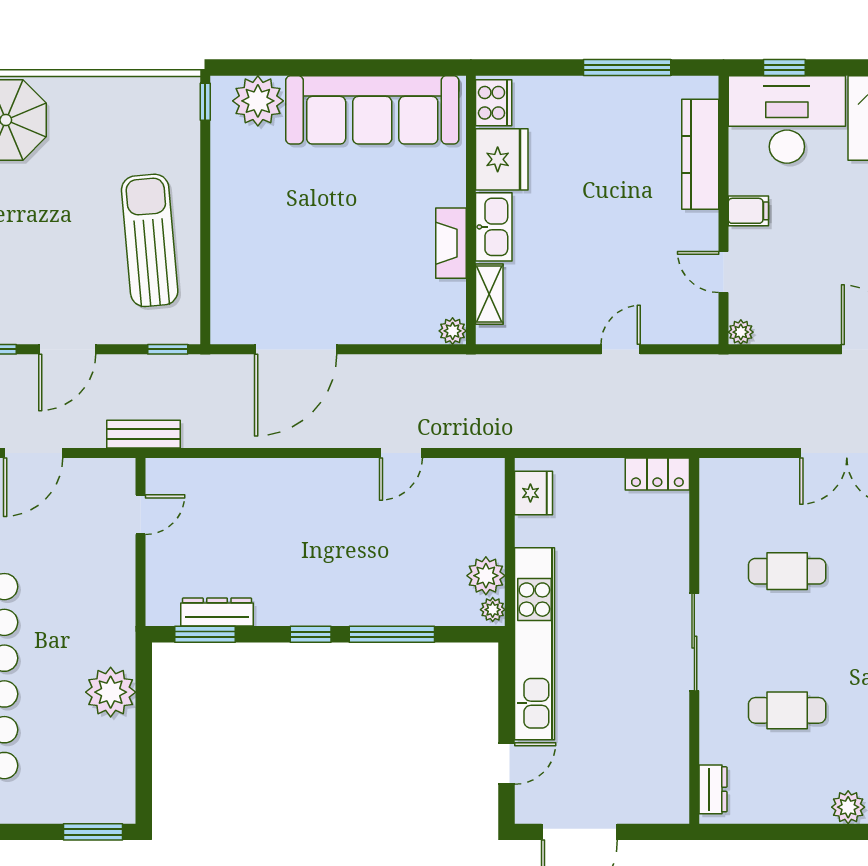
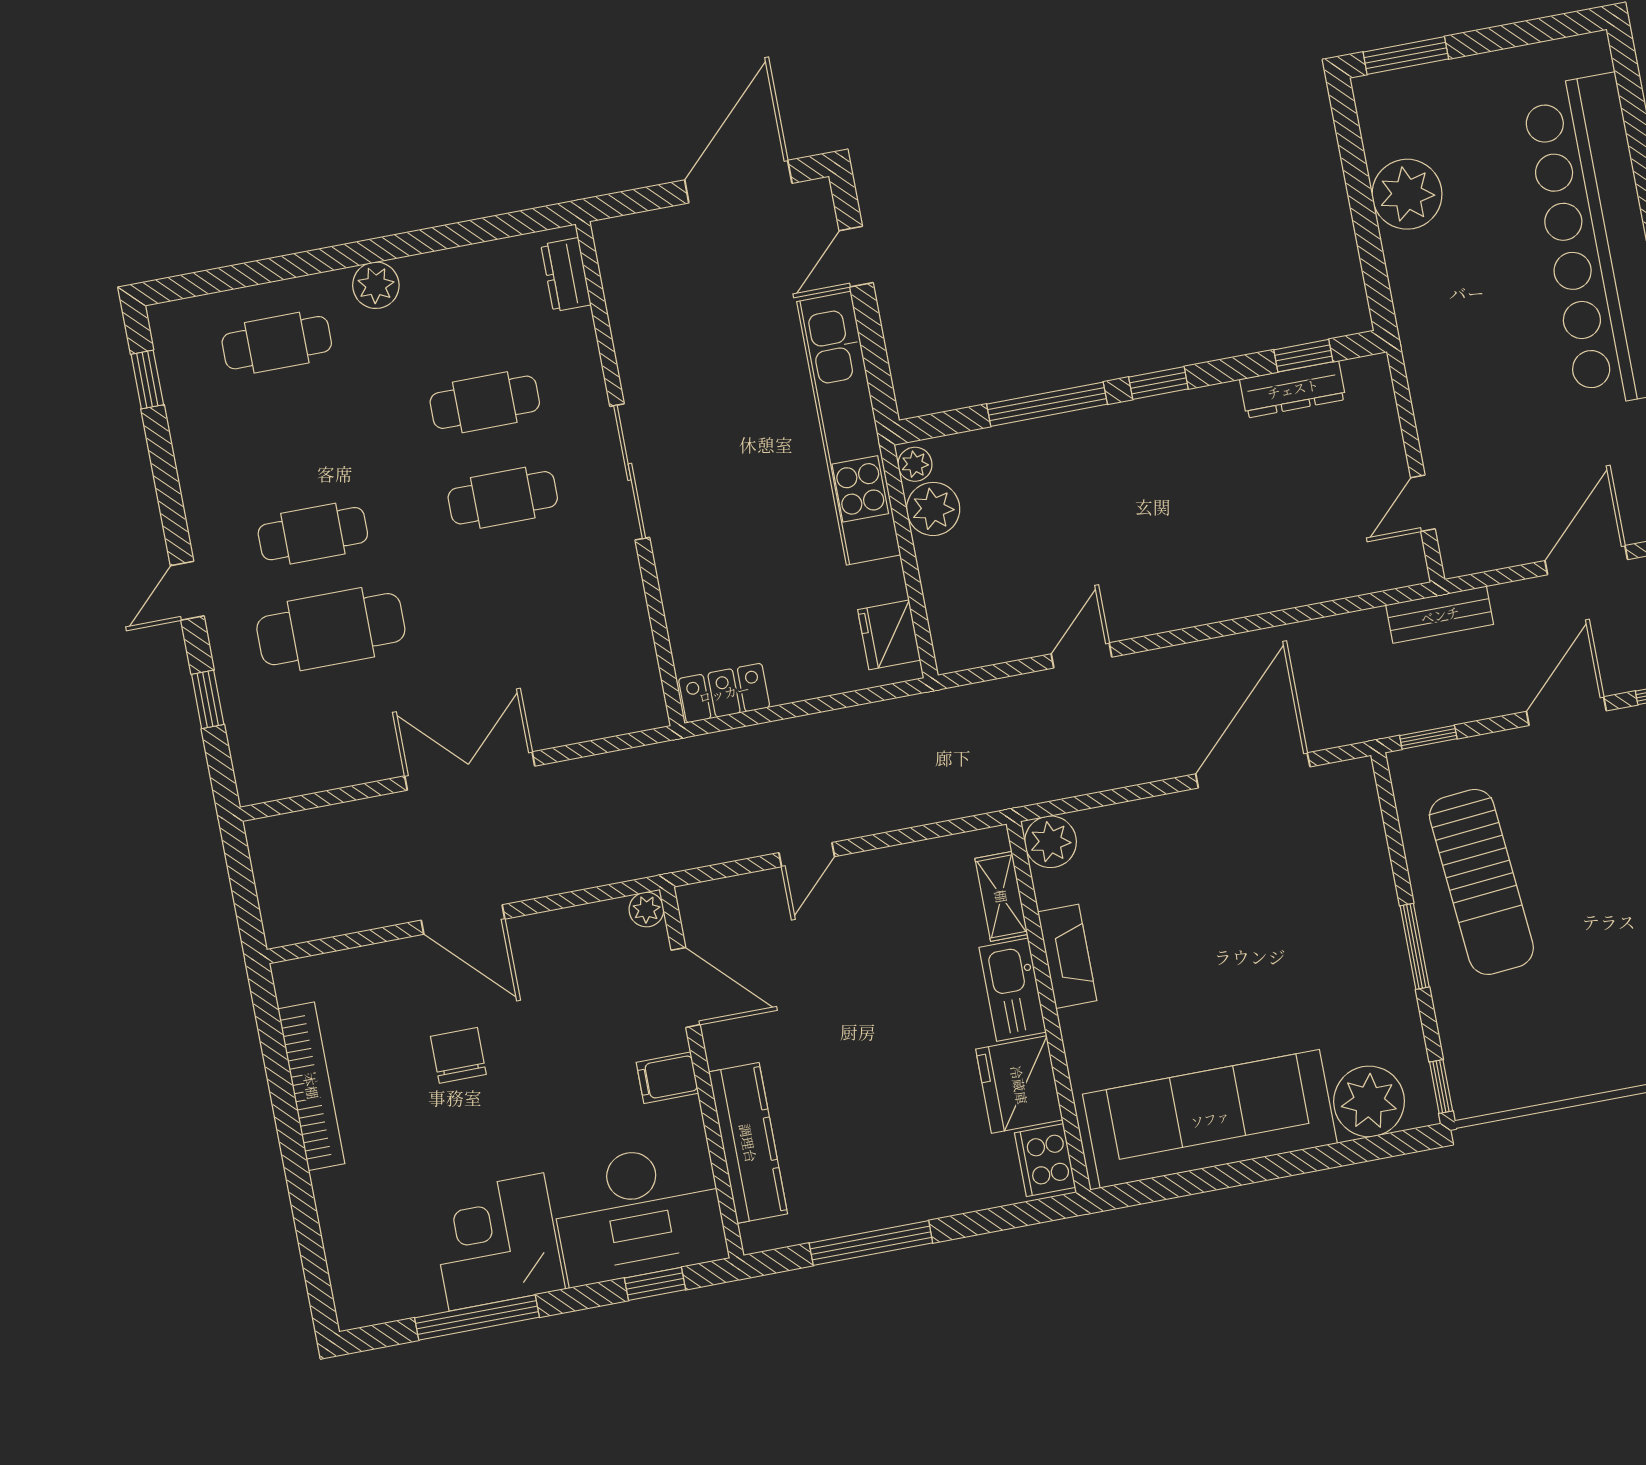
window: (205, 204) -> (1415, 946), added
door: (723, 272) -> (686, 987), width x1.38
plant: (453, 331) -> (1051, 842), width x1.38, depth x1.38
cafe table: (787, 571) -> (503, 498), moved
window: (205, 634) -> (1303, 356), width x0.67
plant: (111, 692) -> (1407, 194), moved

